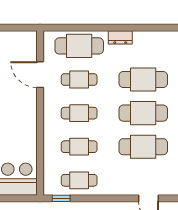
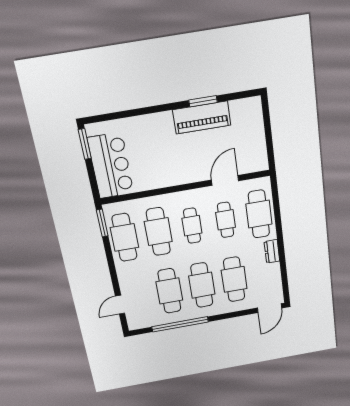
cafe table: (79, 147) -> (158, 232), width x1.37, depth x1.35
cafe table: (79, 180) -> (124, 237), width x1.37, depth x1.35
window: (61, 198) -> (102, 223), width x1.50

